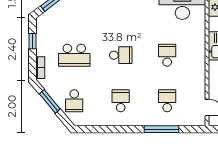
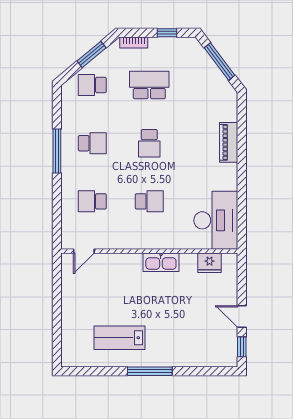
school desk: (74, 55) -> (149, 85), turned 90
school desk: (167, 101) -> (92, 201), turned 180
window: (162, 129) -> (57, 151), moved

